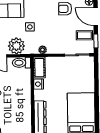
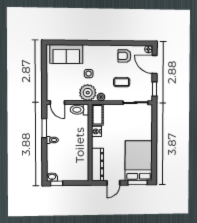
coffee table: (84, 35) -> (122, 82), moved
plant: (16, 46) -> (88, 93), moved

